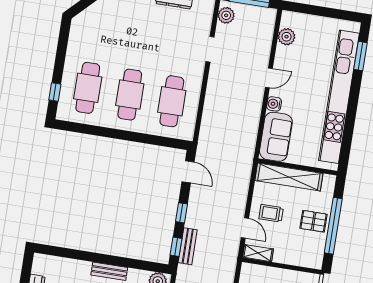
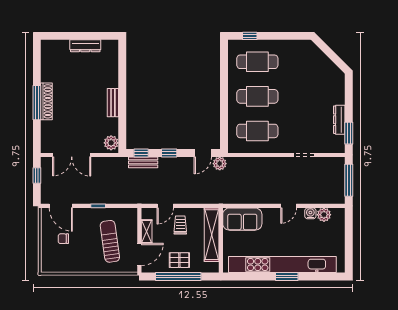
plant: (226, 15) -> (220, 164), moved
window: (360, 56) -> (287, 277), moved
door: (269, 78) -> (289, 206), hinge flipped
water cooler: (274, 104) -> (310, 213), moved
pallet: (314, 221) -> (179, 260), turned 90
shelving: (258, 253) -> (147, 231), moved
door: (299, 269) -> (139, 254), added

